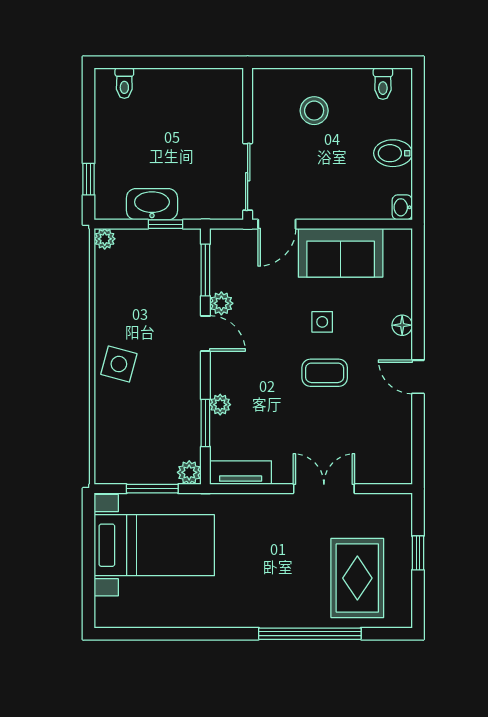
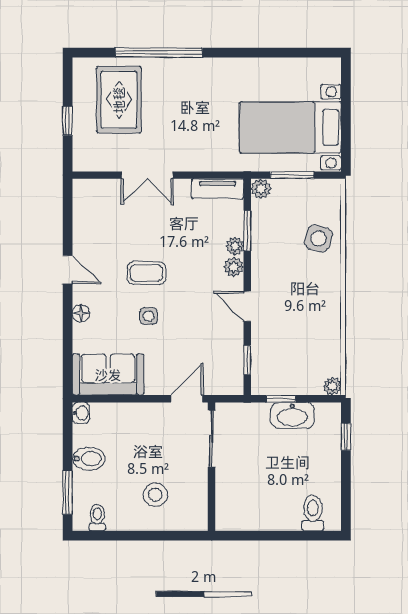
toilet: (124, 83) -> (313, 513), width x1.37, depth x1.39
window: (418, 113) -> (68, 492), added
sofa: (341, 253) -> (108, 375), moved
window: (205, 270) -> (247, 360), width x0.67
plant: (221, 303) -> (234, 267), moved
side table: (119, 364) -> (318, 238), moved

